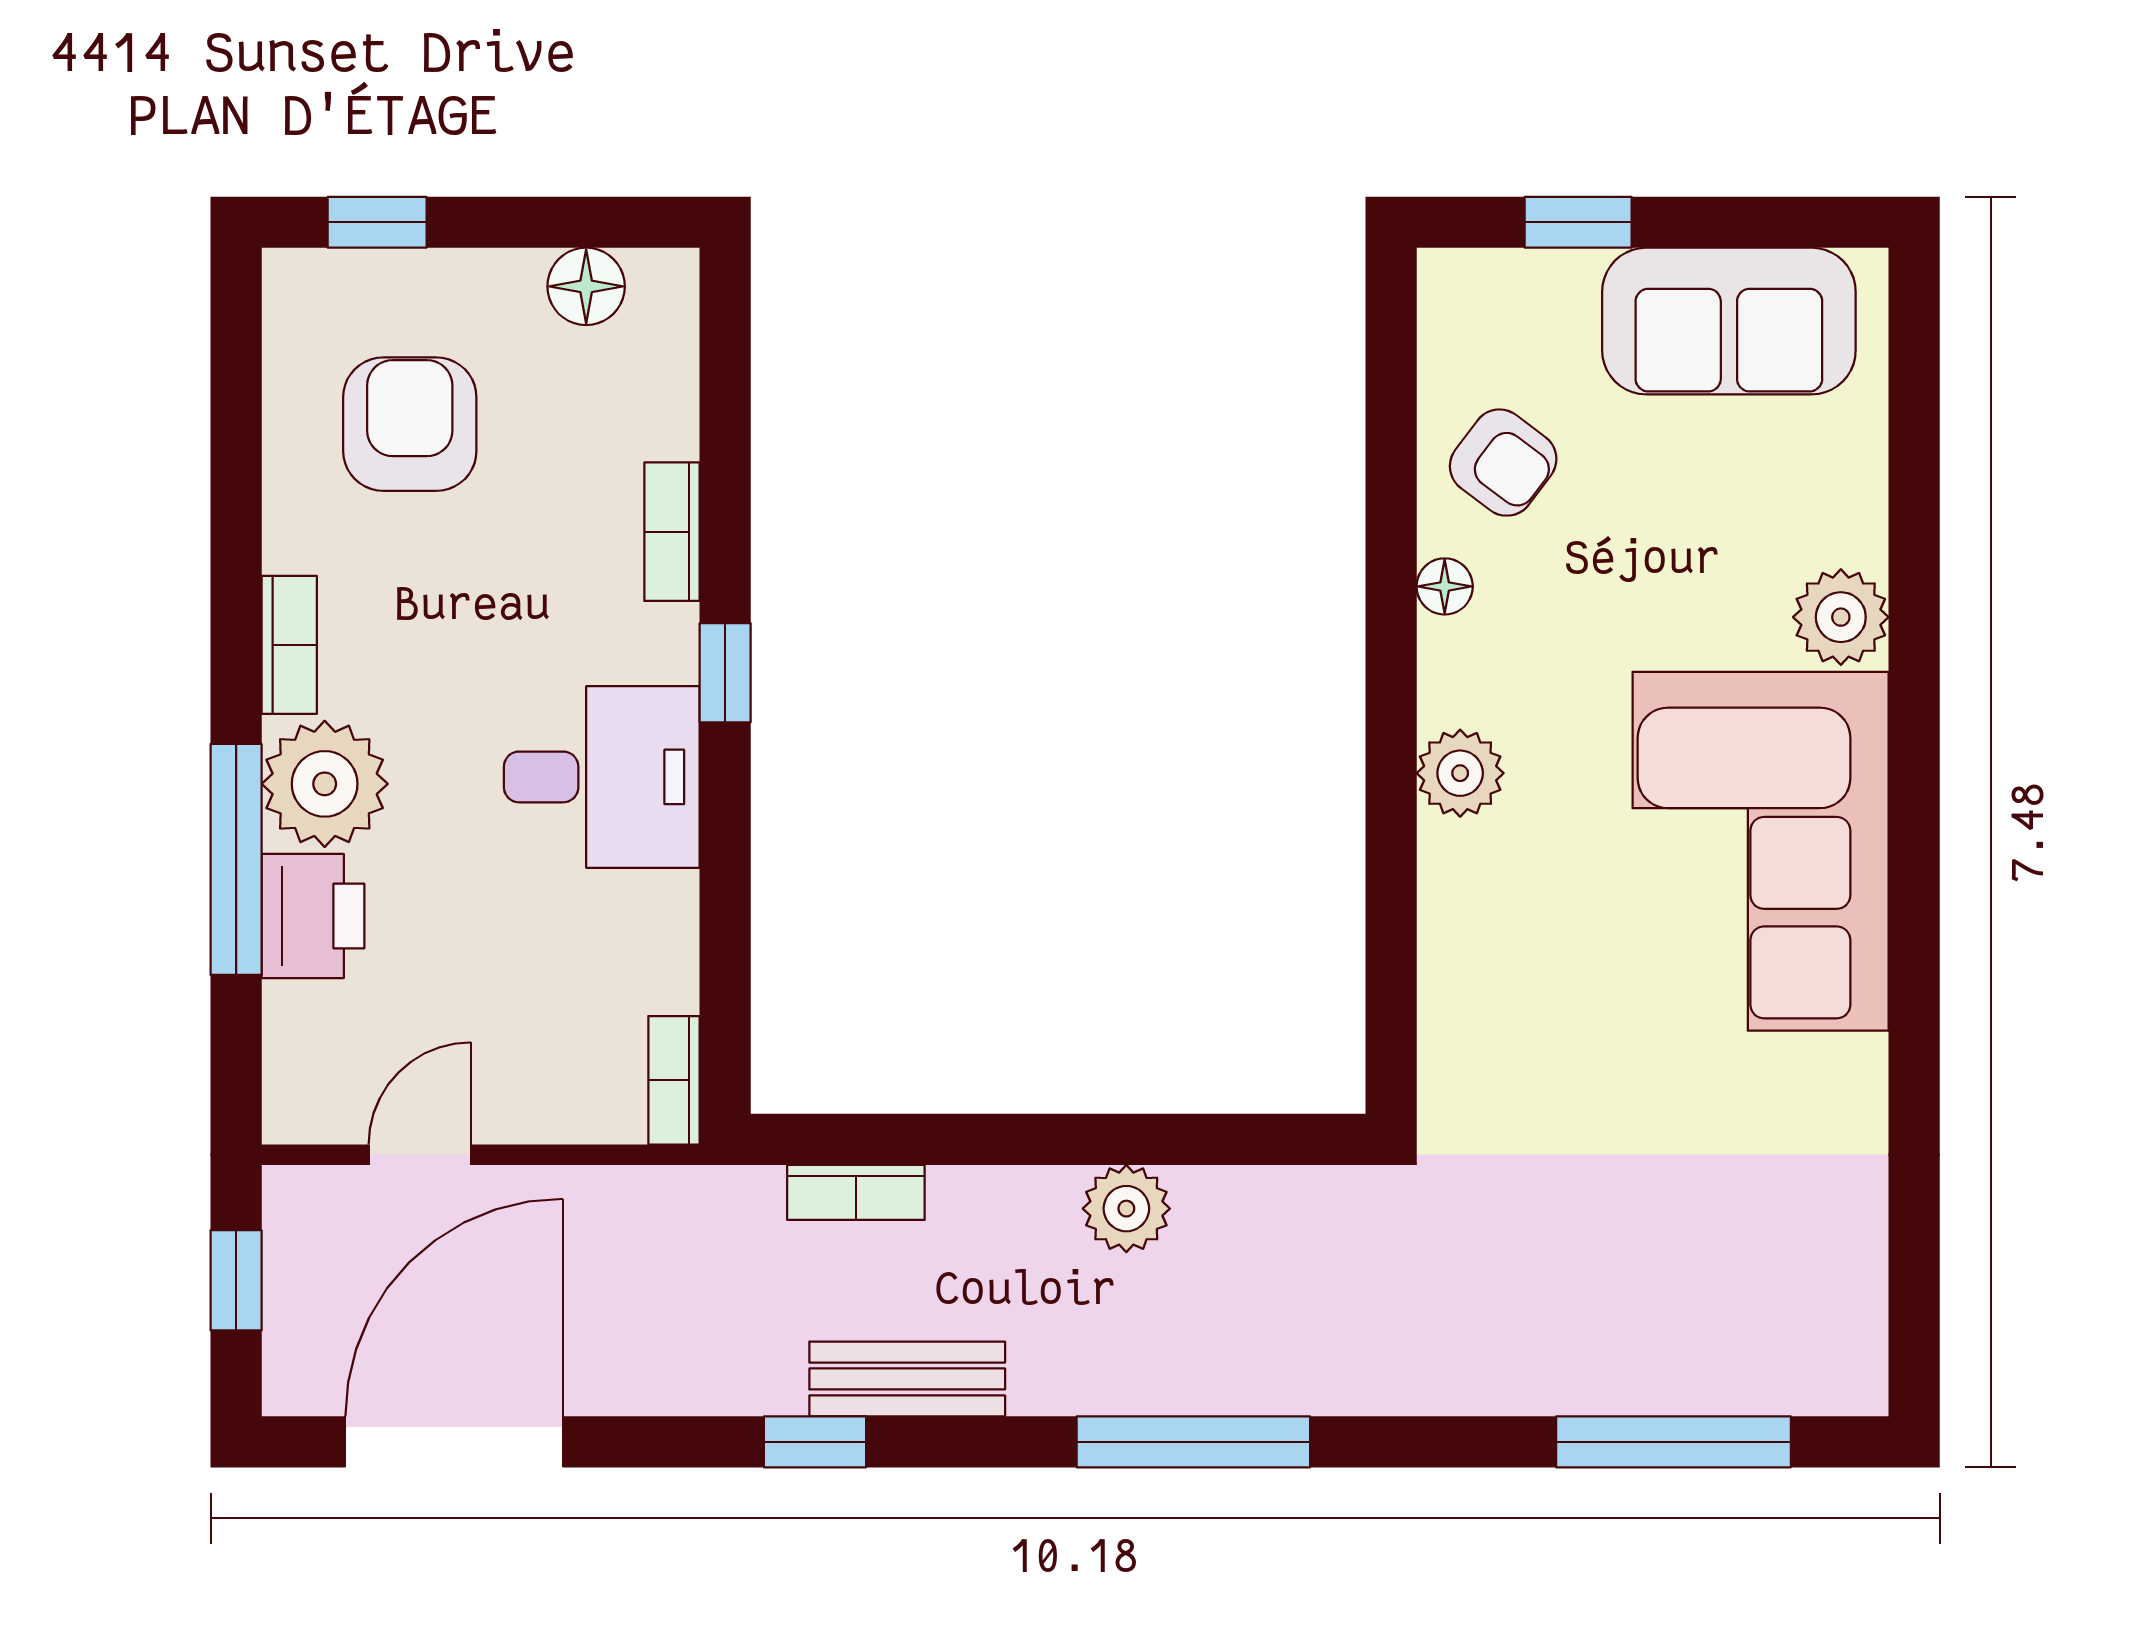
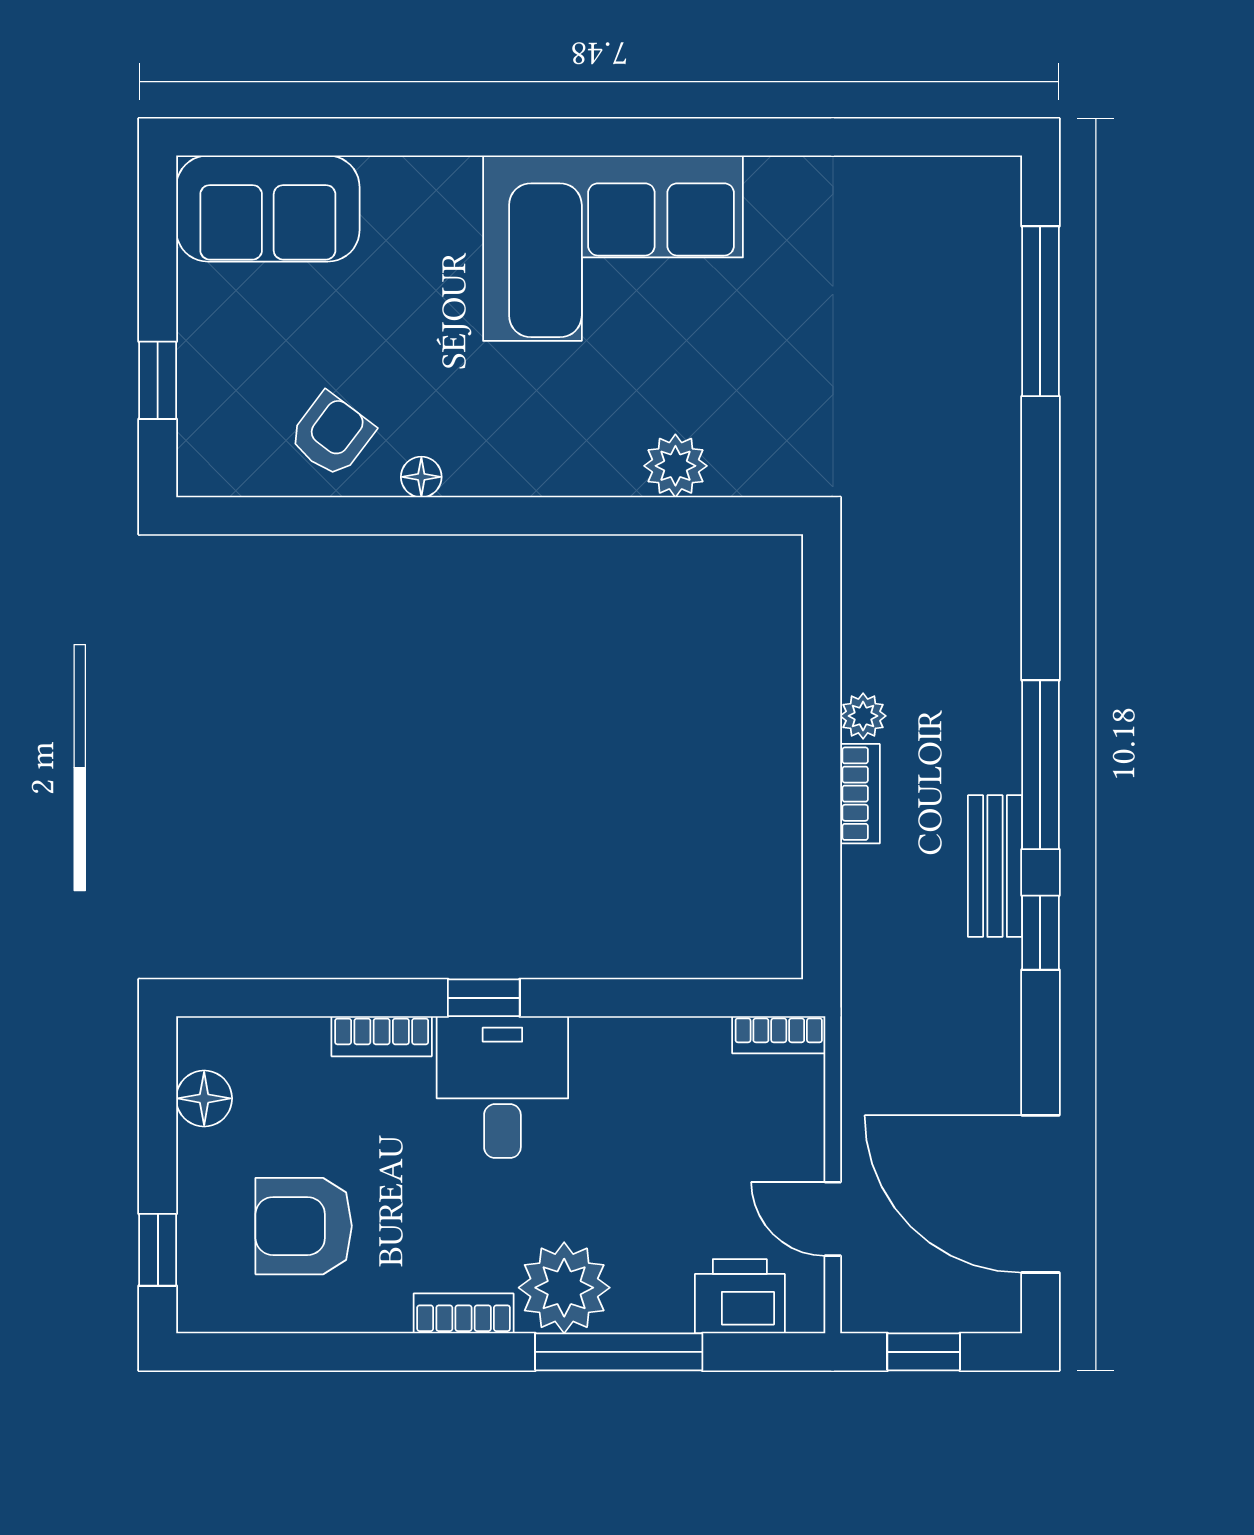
sofa: (1729, 321) -> (268, 209), moved, turned 90
plant: (1841, 617) -> (443, 190), removed
plant: (1460, 773) -> (675, 466), moved
desk: (602, 777) -> (502, 1087), moved
printer: (313, 916) -> (740, 1296), moved
bookcase: (856, 1192) -> (860, 794), moved
plant: (1126, 1209) -> (863, 716), width x0.73, depth x0.73
window: (1193, 1442) -> (1040, 765), moved

